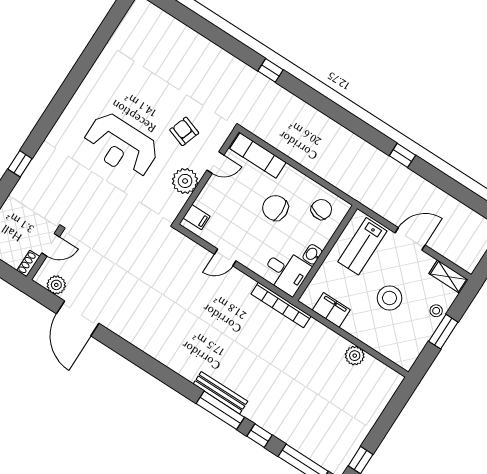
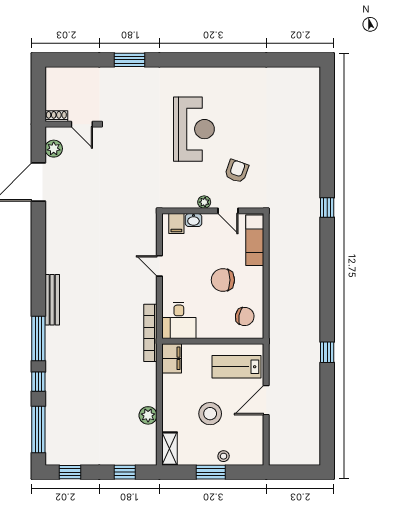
reception desk: (121, 146) -> (194, 129), turned 180
window: (20, 164) -> (129, 60), width x1.50
plant: (185, 181) -> (204, 202), width x0.53, depth x0.53
chair: (275, 208) -> (223, 280), turned -90
door: (410, 239) -> (266, 400), swing flipped
washbasin: (312, 254) -> (193, 220), moved, turned 180
shelving: (449, 277) -> (169, 449), moved
filing cabinet: (331, 310) -> (172, 358), moved
bench: (220, 393) -> (52, 300), moved
window: (393, 410) -> (125, 472), added

